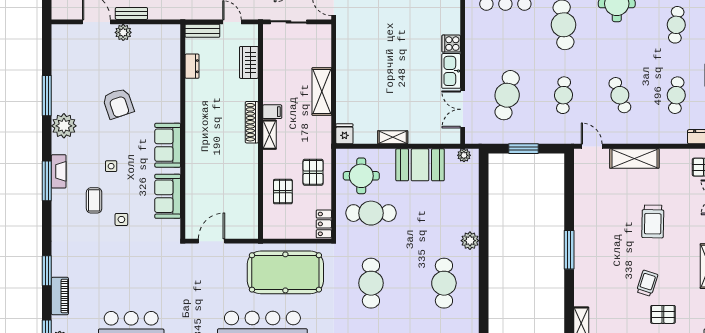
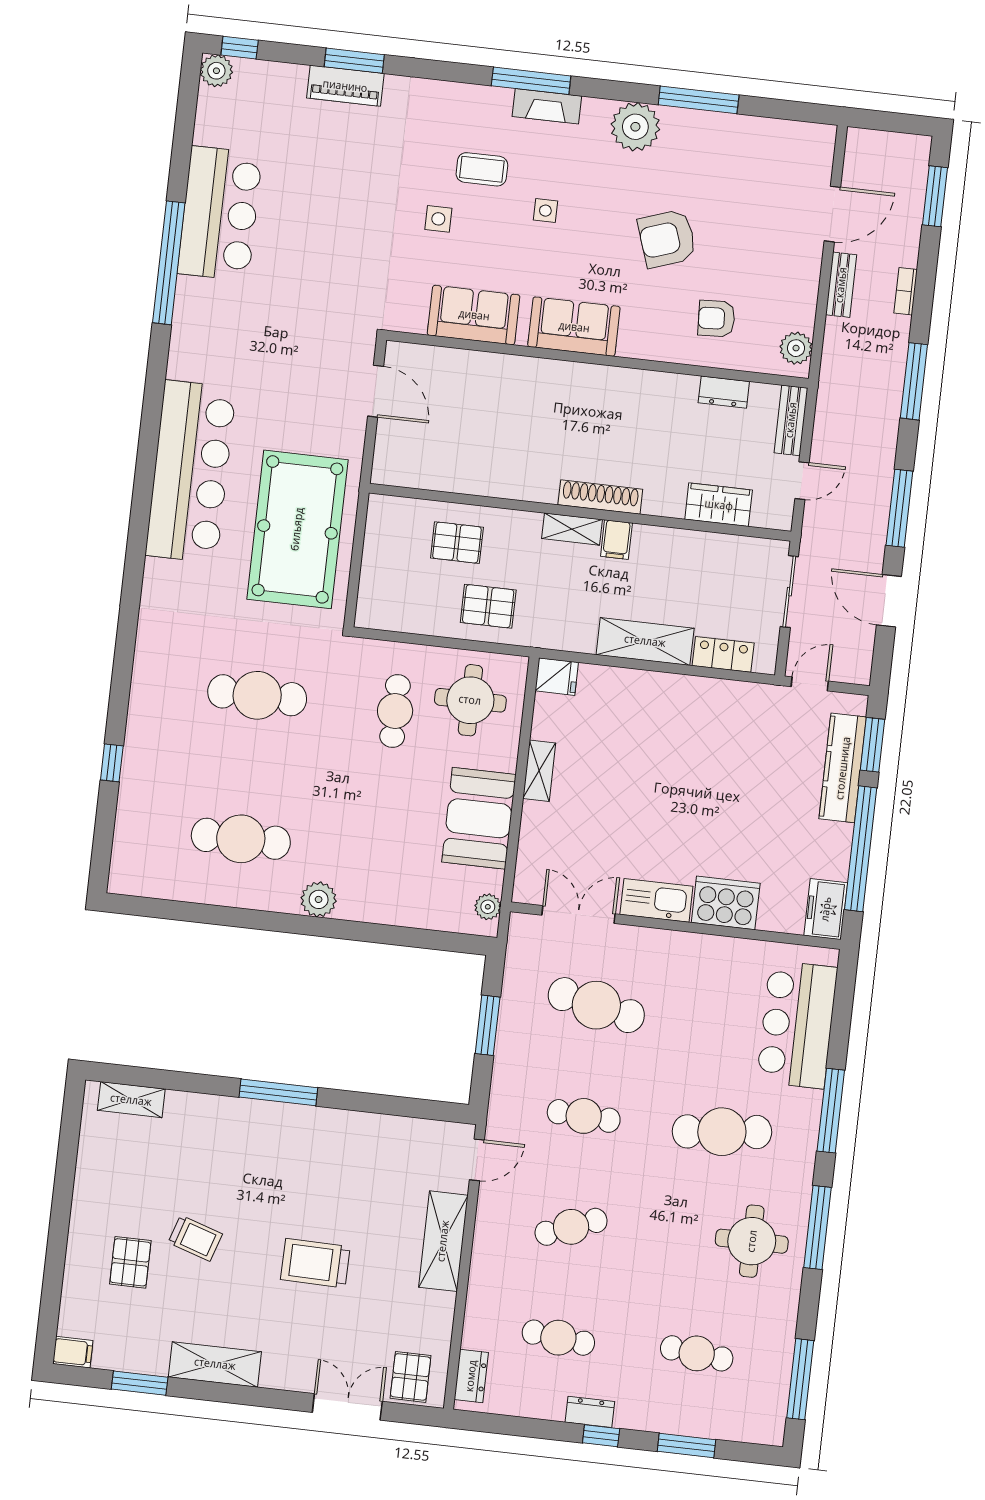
plant: (123, 32) -> (796, 348), moved
cooker: (451, 44) -> (726, 903), width x1.87, depth x1.31
armchair: (156, 74) -> (716, 318), added
cafe table: (371, 213) -> (395, 711), width x0.73, depth x0.74
locker: (324, 224) -> (723, 654), moved
piano: (60, 296) -> (345, 86), moved

